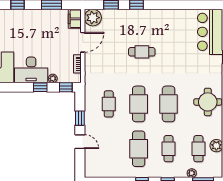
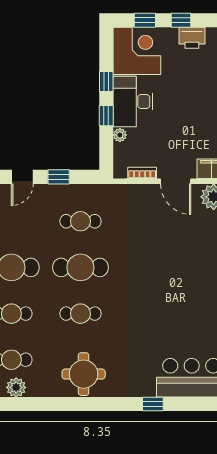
cafe table: (142, 52) -> (161, 272), removed
window: (66, 87) -> (106, 82), moved
cafe table: (169, 104) -> (80, 314), width x0.73, depth x0.74

